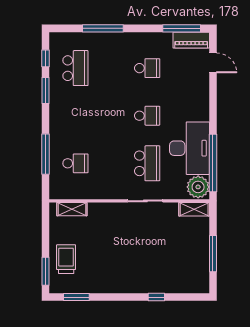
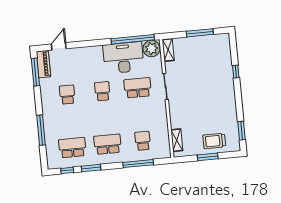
school desk: (75, 116) -> (108, 144), added
window: (46, 271) -> (208, 157), moved

